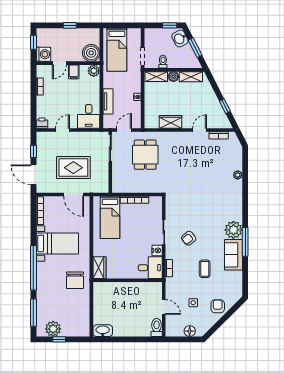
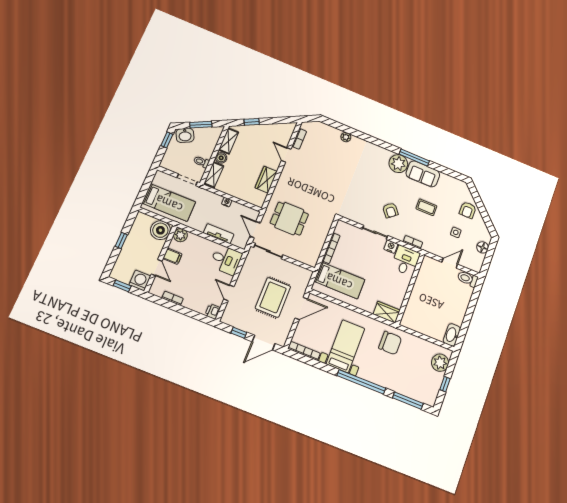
window: (225, 106) -> (252, 122), moved
armchair: (218, 306) -> (468, 210), turned -90
plant: (53, 329) -> (440, 363), moved

